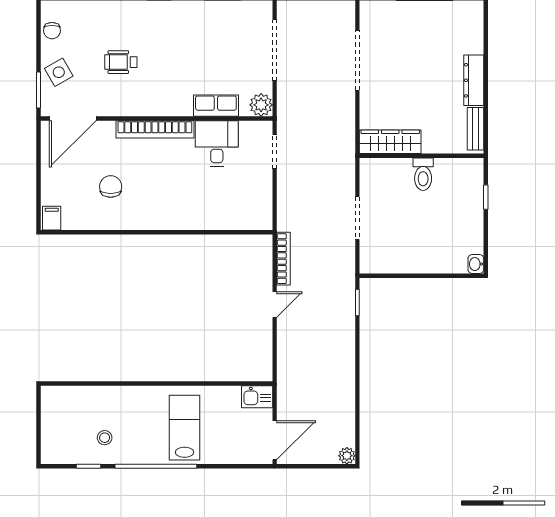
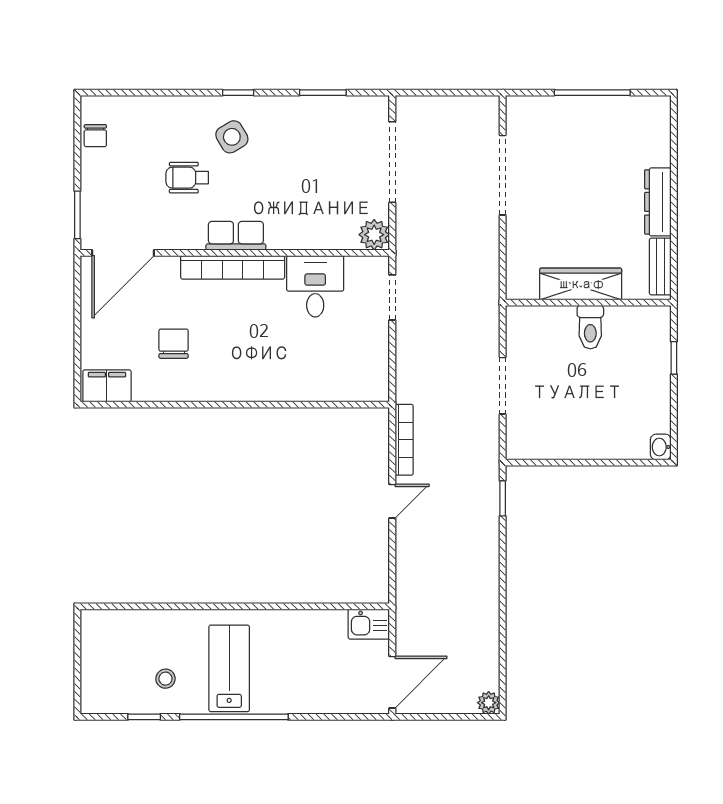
side table: (59, 72) -> (232, 137), moved
row of seats: (216, 106) -> (236, 236), moved
wardrobe: (390, 142) -> (581, 284), moved
filing cabinet: (52, 218) -> (107, 386), width x2.00
lab bench: (185, 428) -> (229, 668), moved

